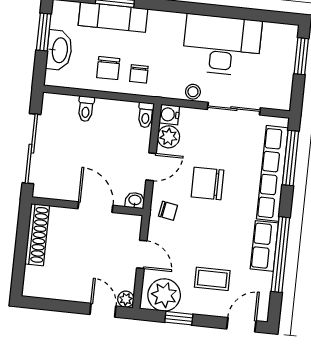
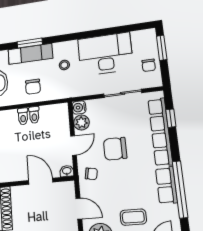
chair: (139, 74) -> (149, 65), moved
stool: (193, 92) -> (64, 65), moved
toilet: (146, 115) -> (34, 115), moved
window: (291, 158) -> (171, 118), width x0.46

